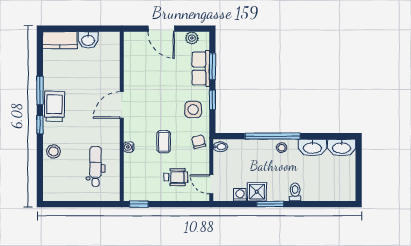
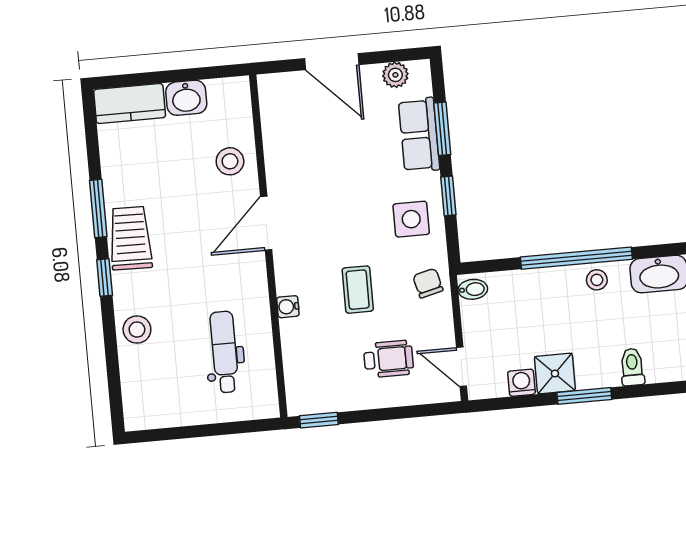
stool: (107, 73) -> (230, 161), added

